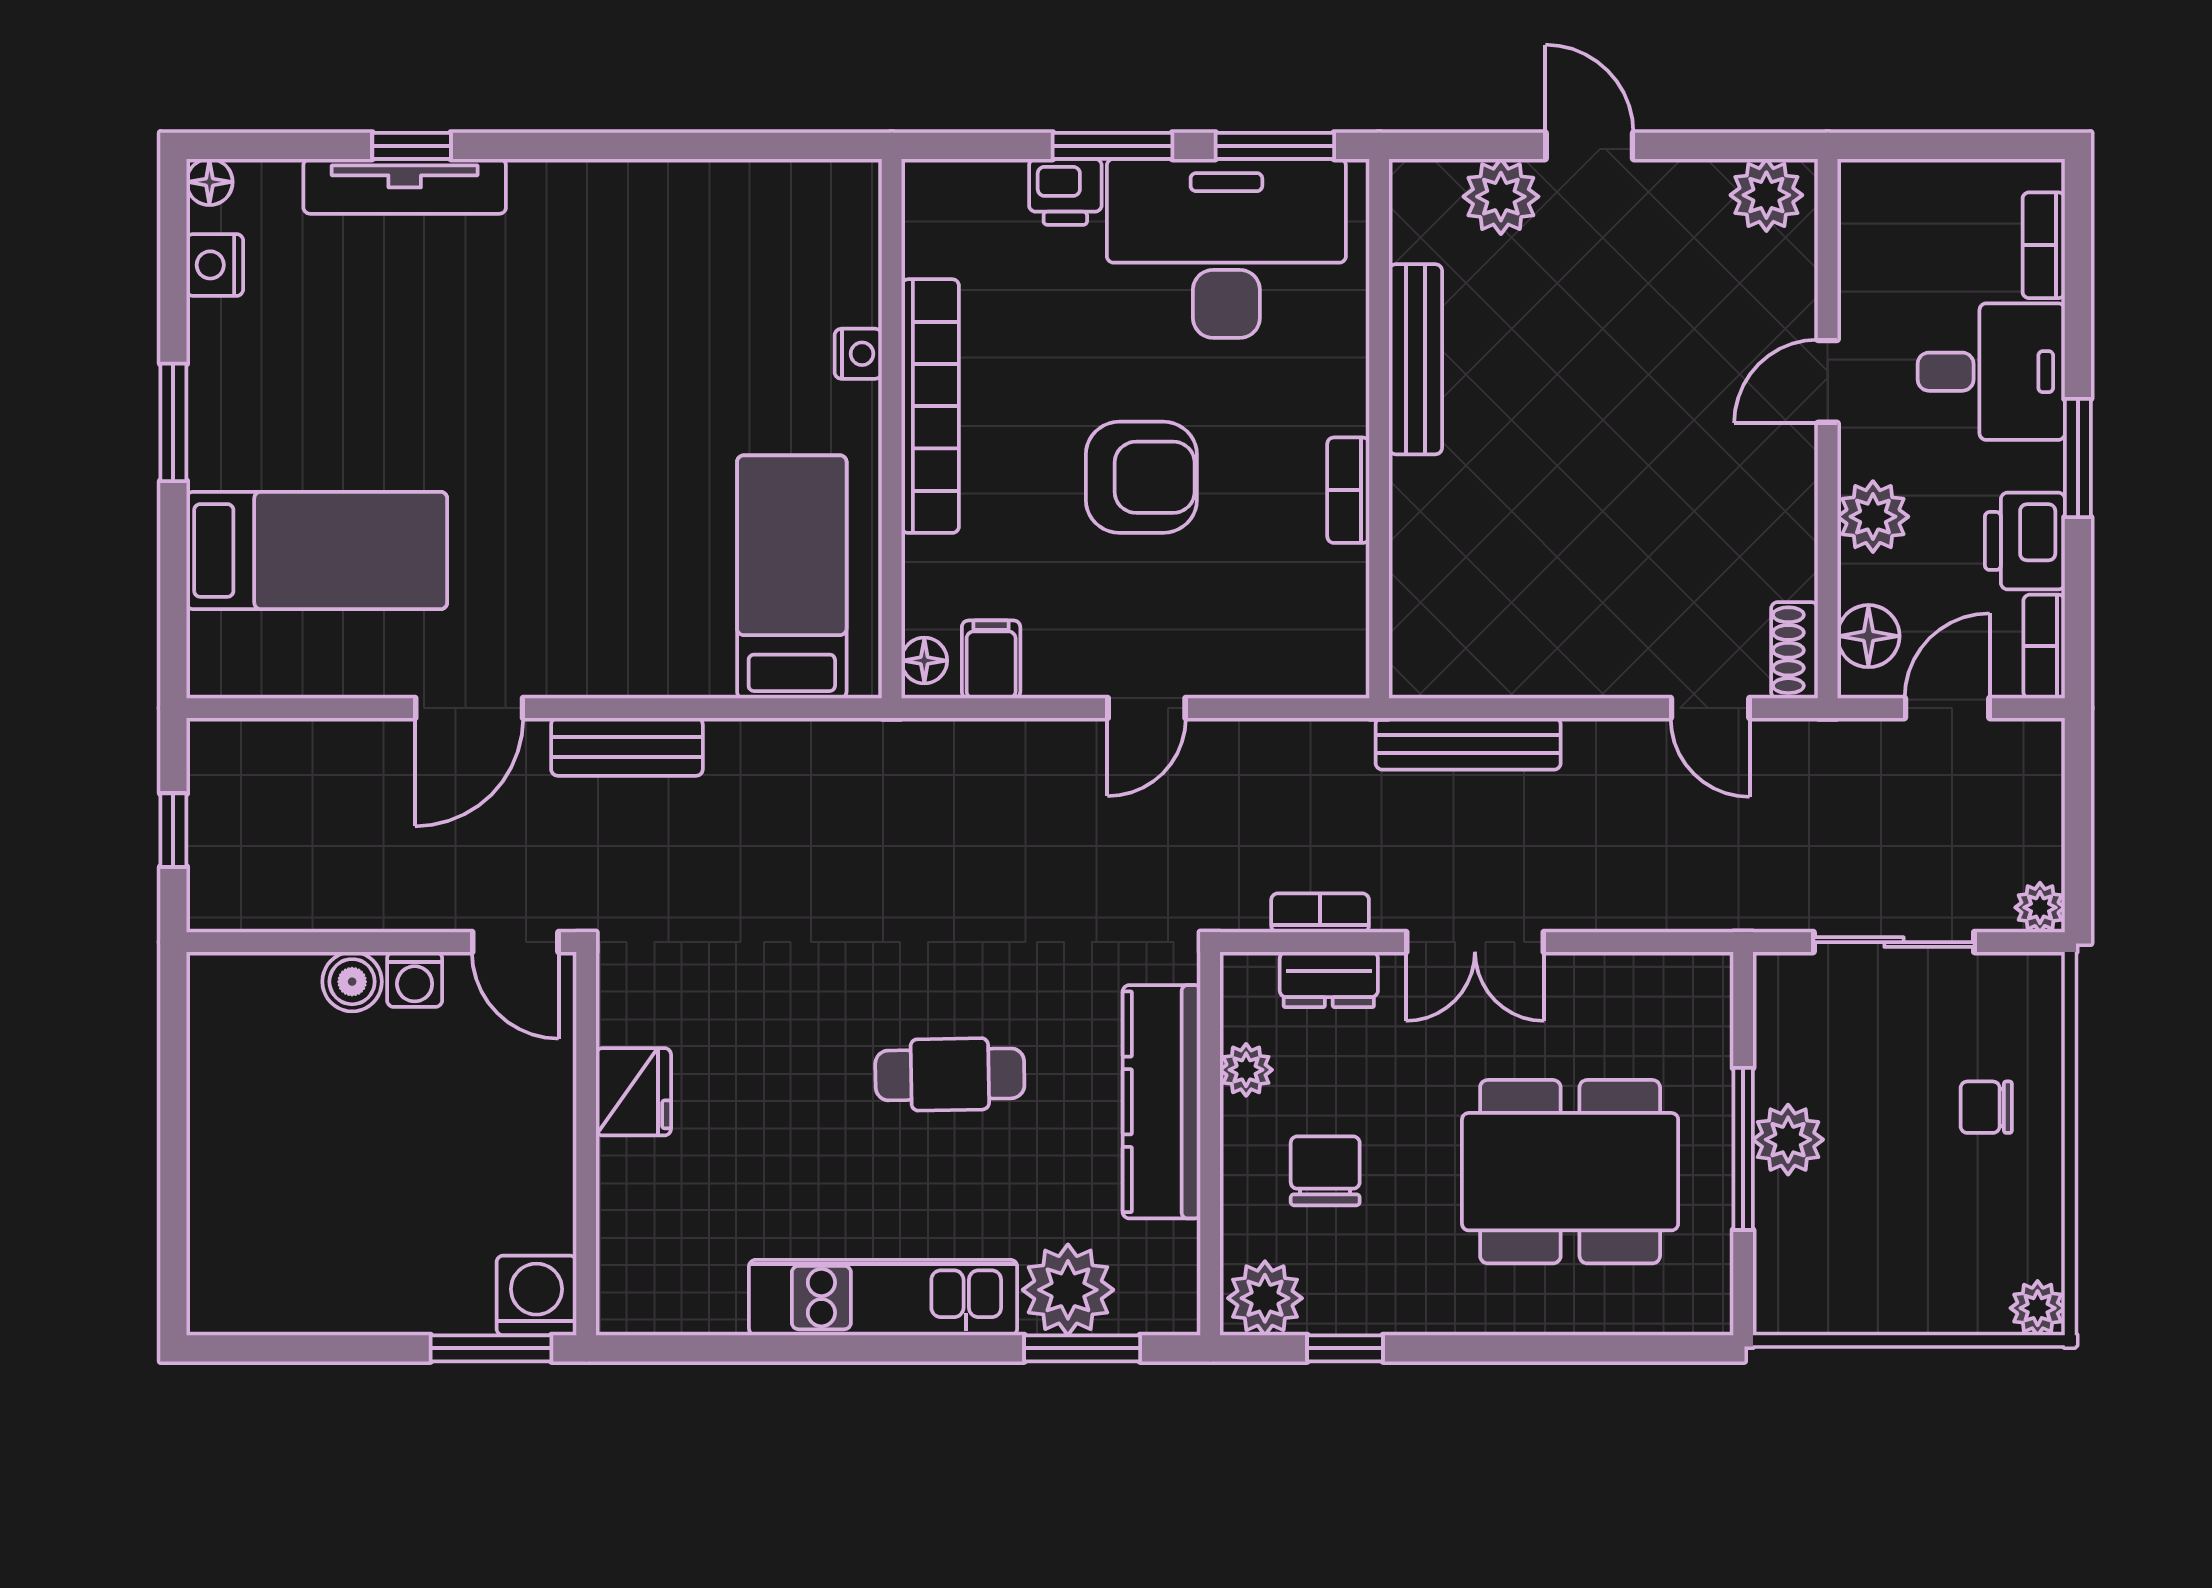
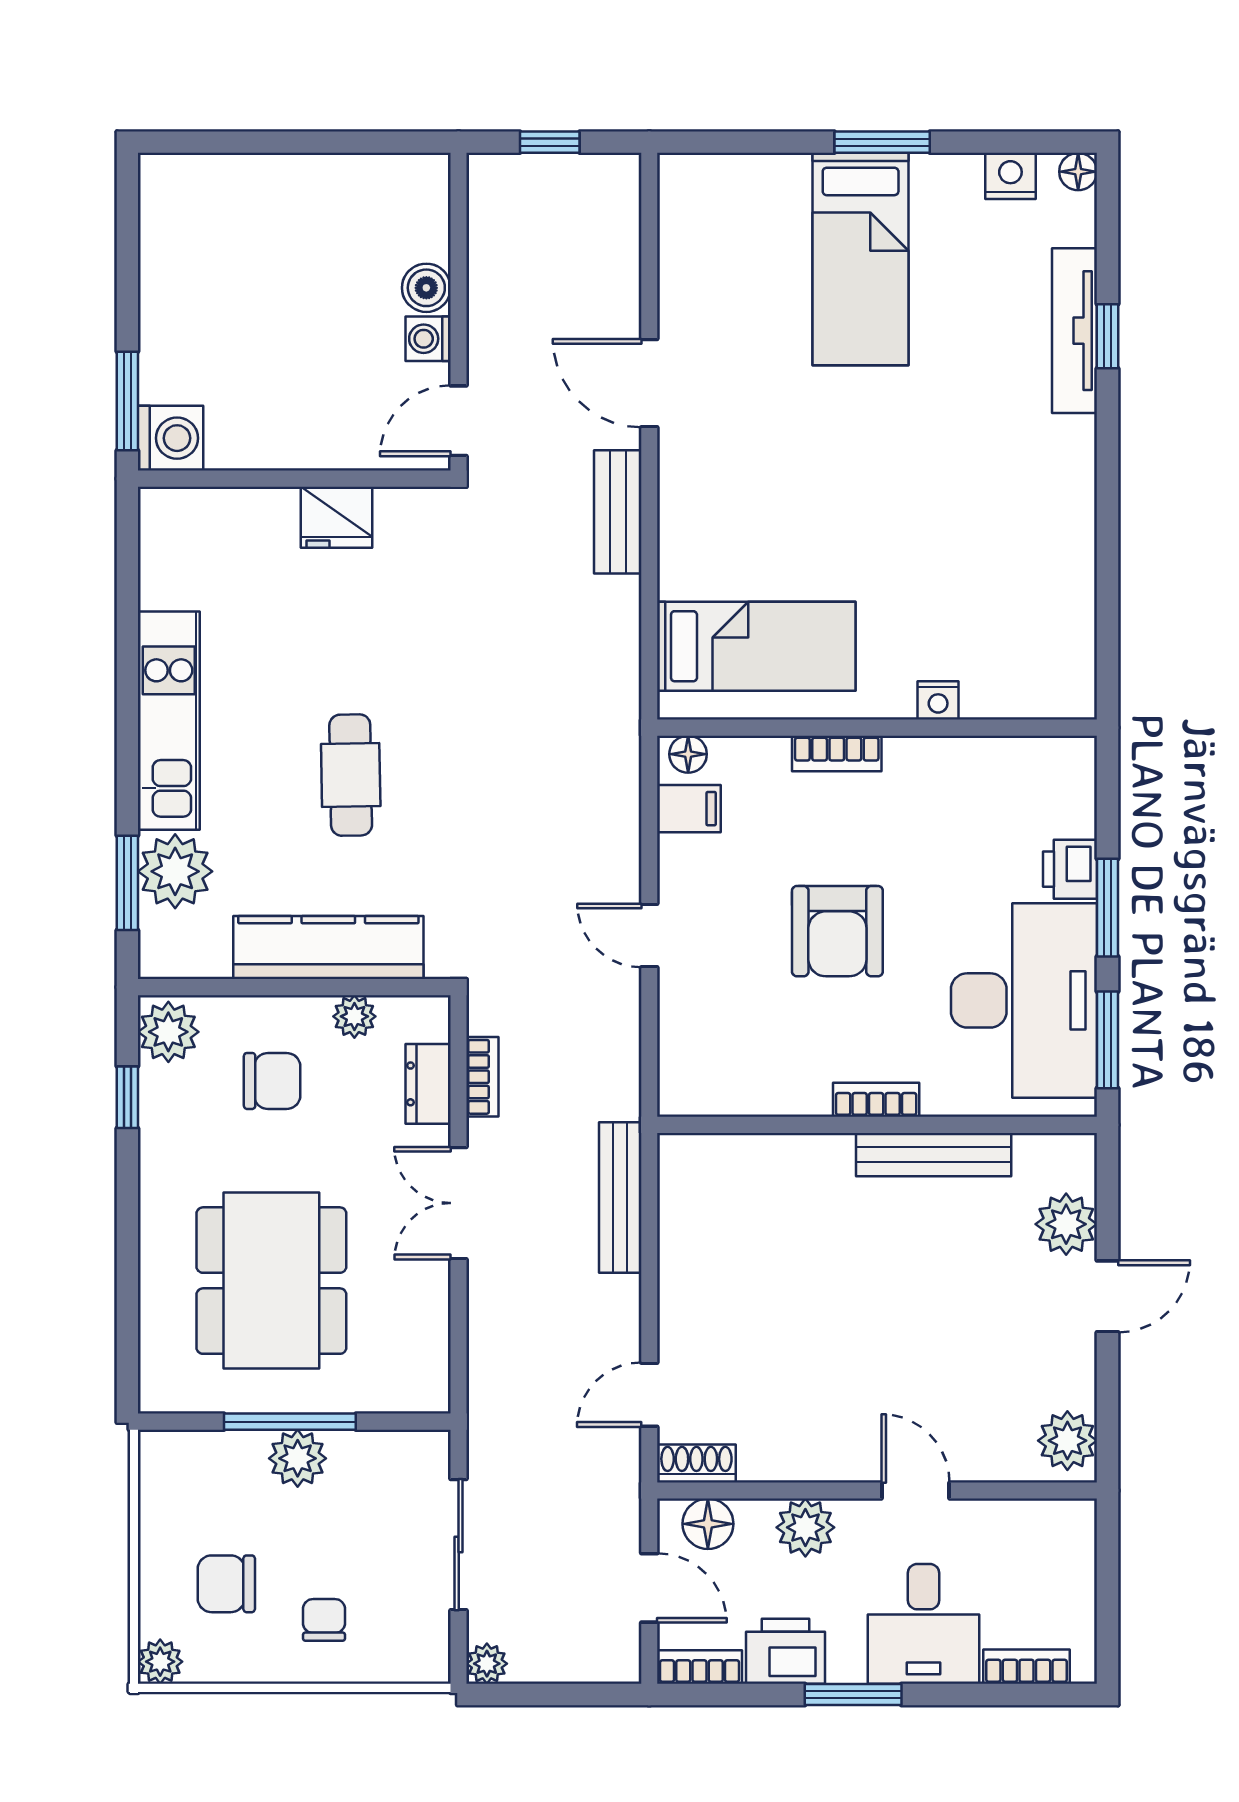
bookcase: (930, 406) -> (837, 753), width x0.43, depth x0.76
bookcase: (1348, 490) -> (876, 1100), moved
bed: (317, 550) -> (861, 259), moved
chair: (1942, 1227) -> (226, 1584), added

